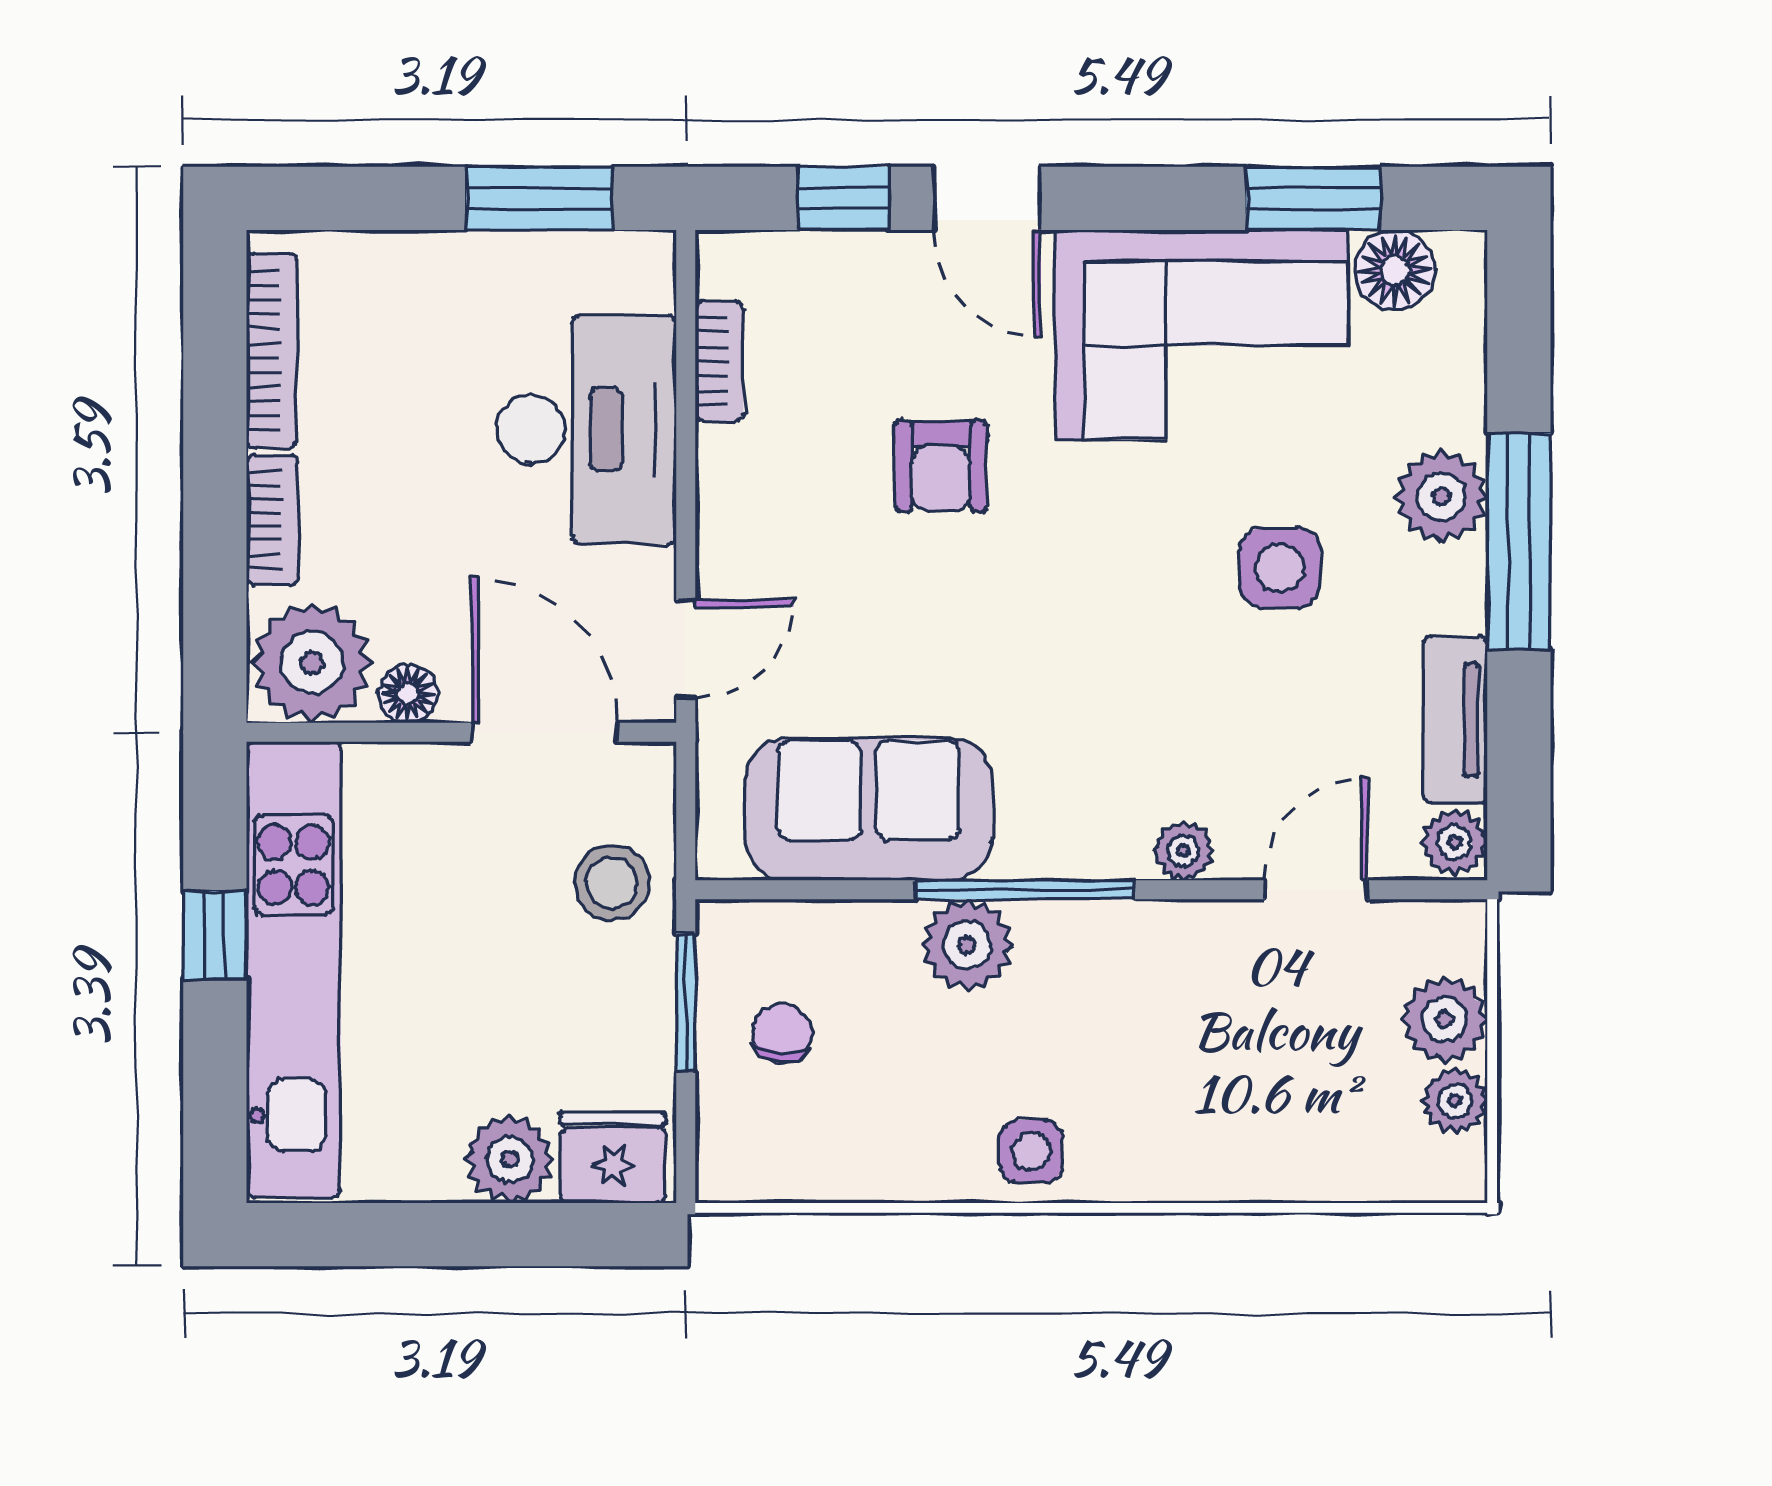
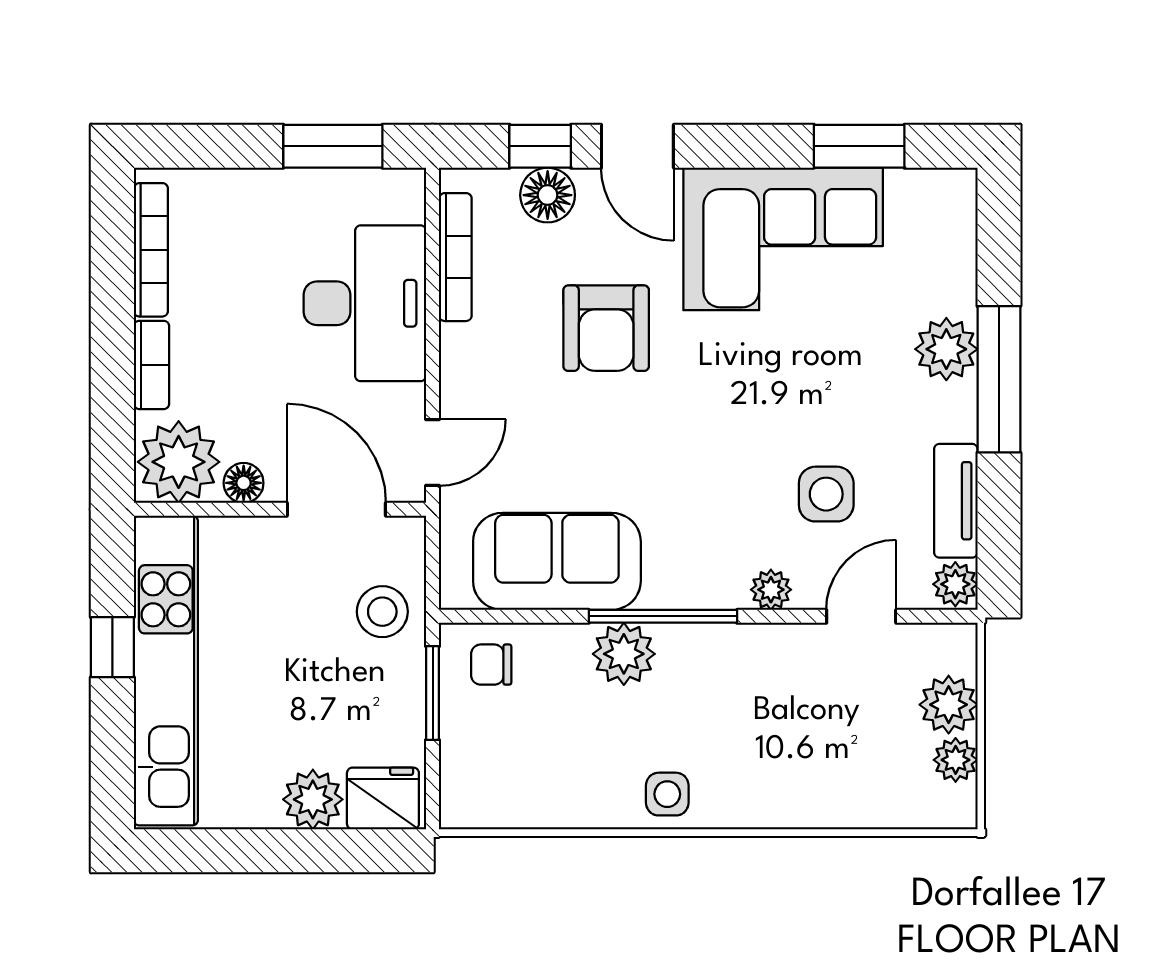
floor lamp: (1395, 270) -> (548, 195), moved
bookcase: (719, 361) -> (455, 257), width x1.56
armchair: (941, 466) -> (606, 328), width x1.38, depth x1.38
side table: (1280, 568) -> (826, 494), moved
chair: (782, 1034) -> (491, 665), moved, turned -96

